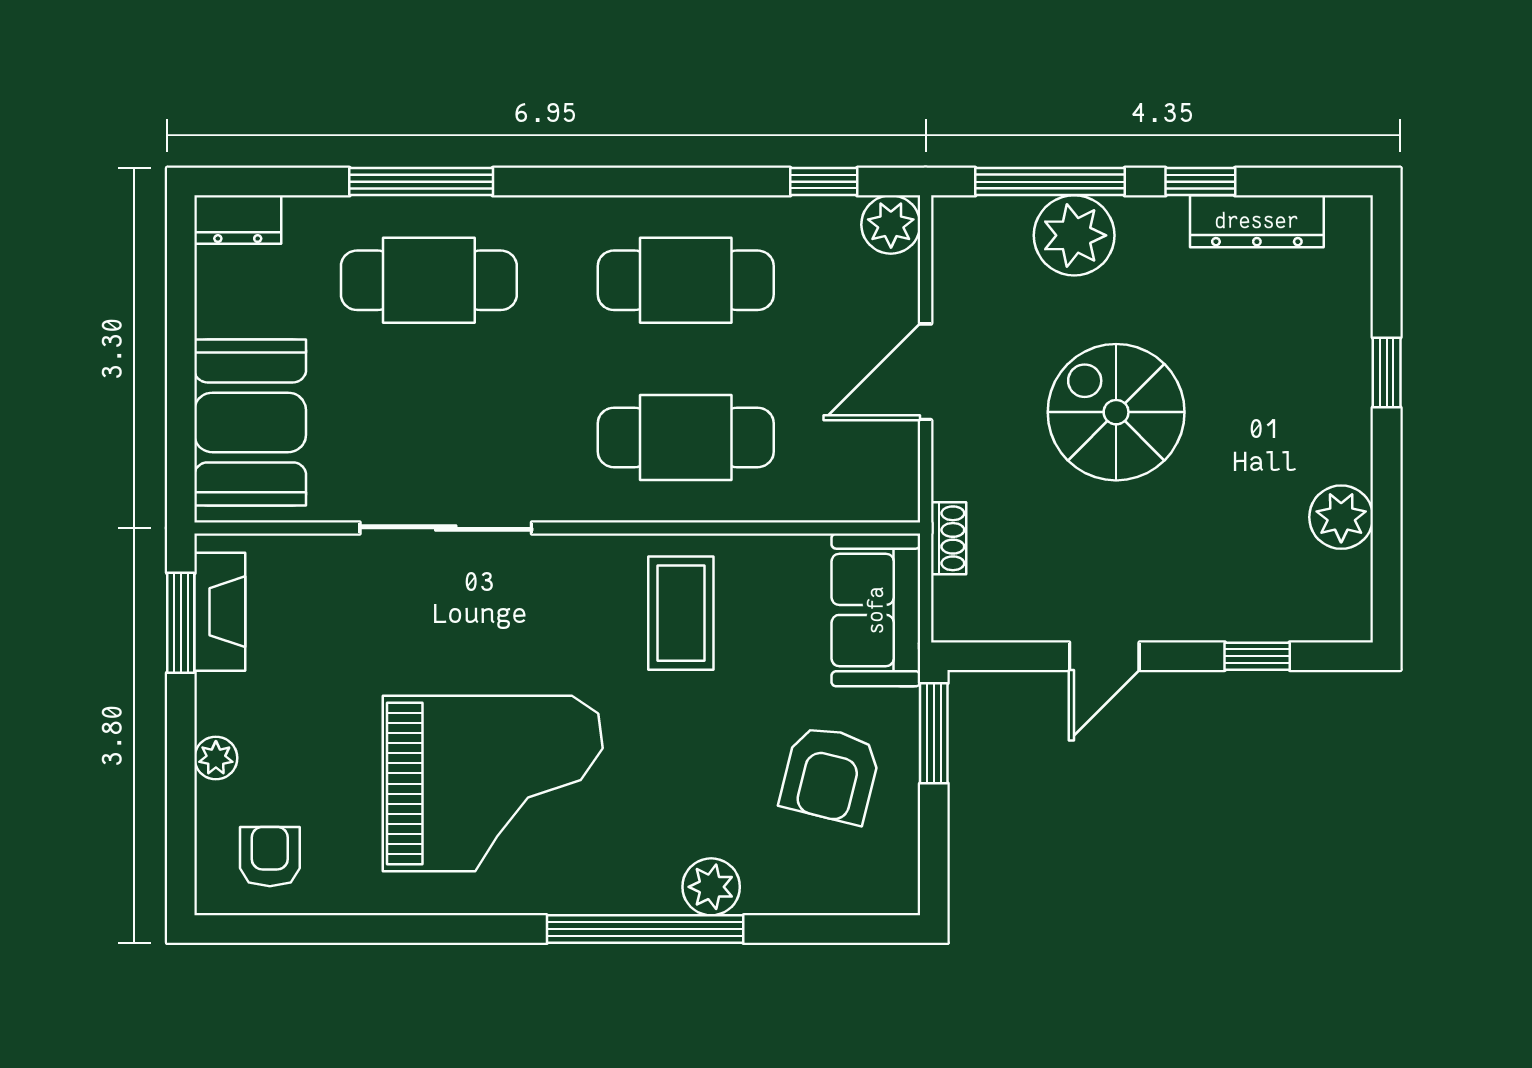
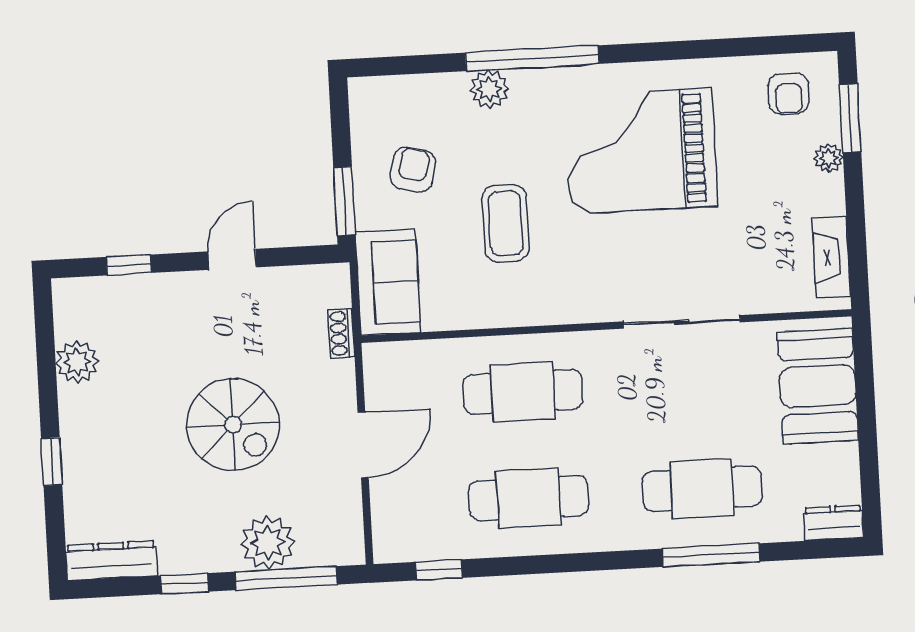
dresser: (1257, 221) -> (111, 561), moved
plant: (891, 225) -> (392, 543), removed
coffee table: (681, 613) -> (506, 223), moved
window: (181, 623) -> (850, 118), moved
armchair: (830, 774) -> (413, 170), width x0.72, depth x0.72

